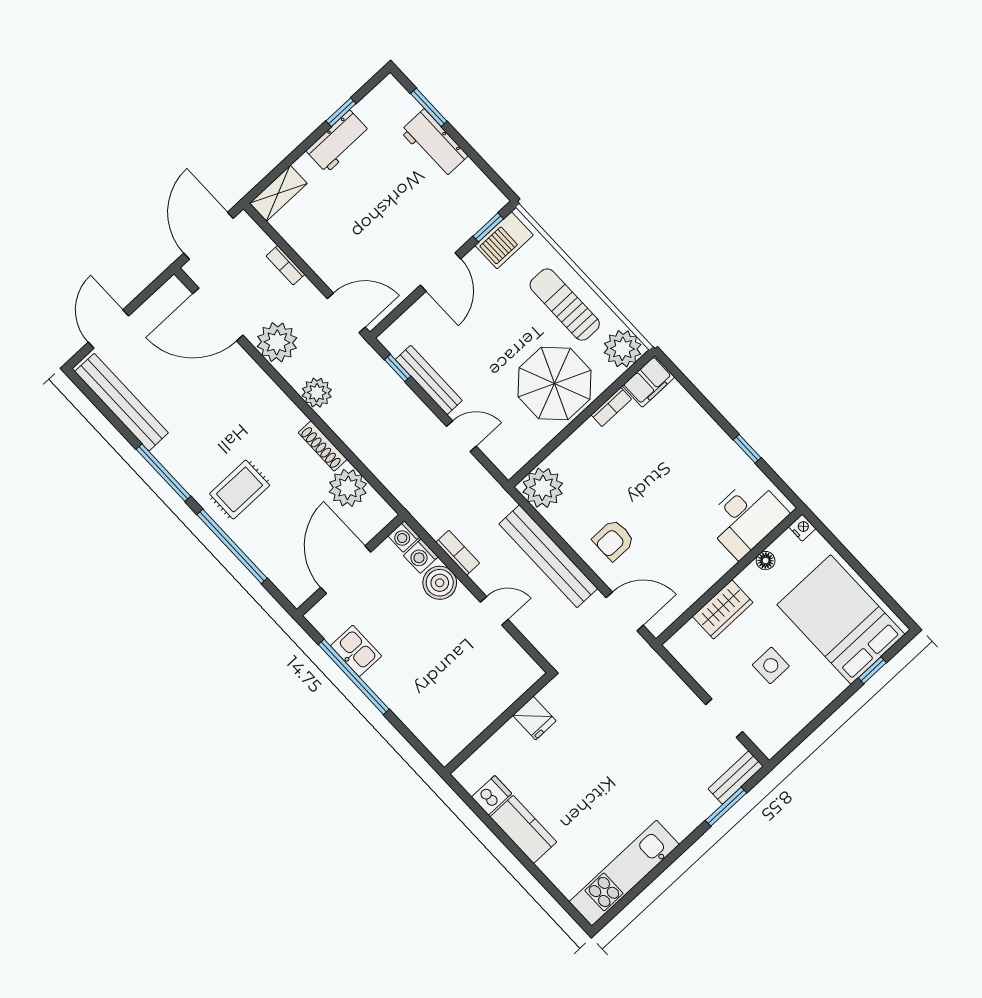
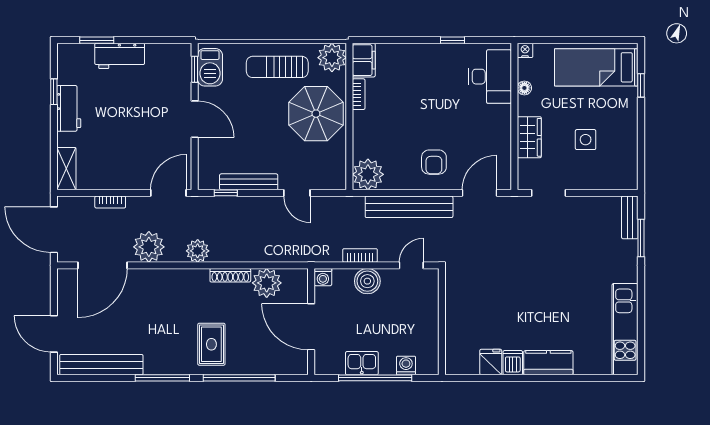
door: (461, 436) -> (297, 193), swing flipped
washing machine: (421, 556) -> (406, 365), moved, turned 180
bed: (841, 620) -> (596, 67), width x0.67
fridge: (534, 718) -> (491, 362), moved, turned -90
doorway: (724, 718) -> (548, 193), moved
wall: (498, 723) -> (442, 322), moved

